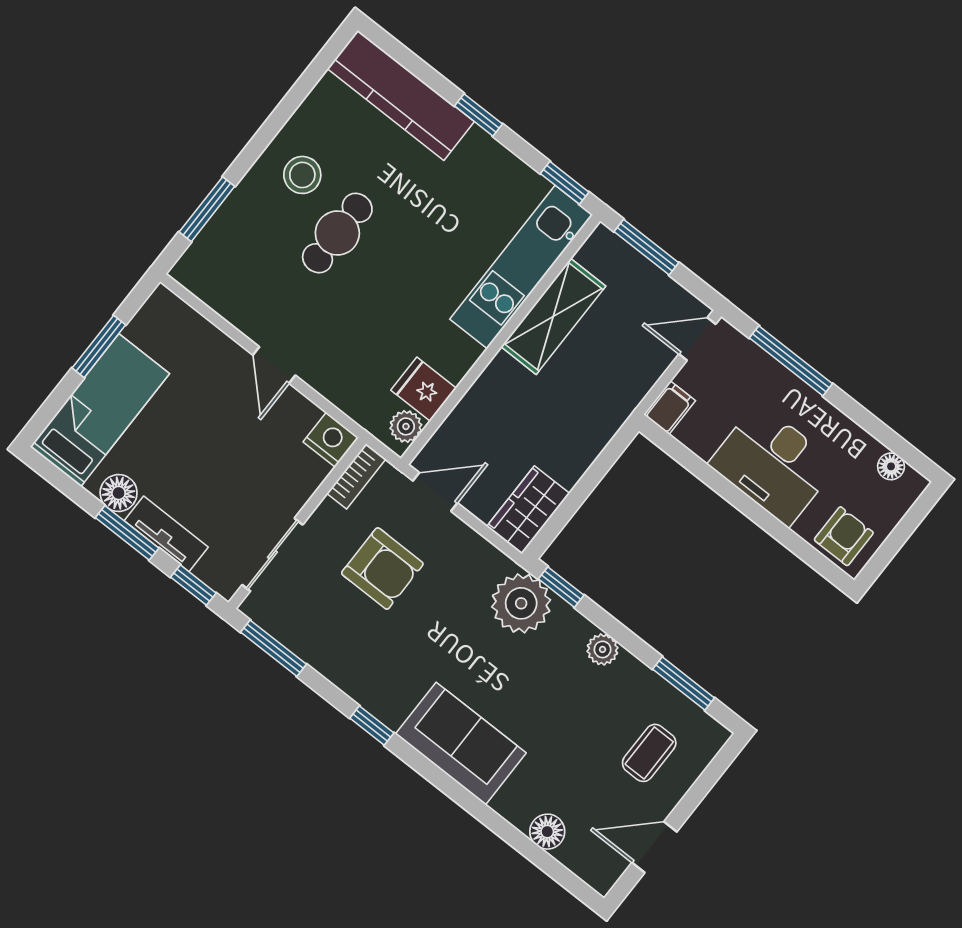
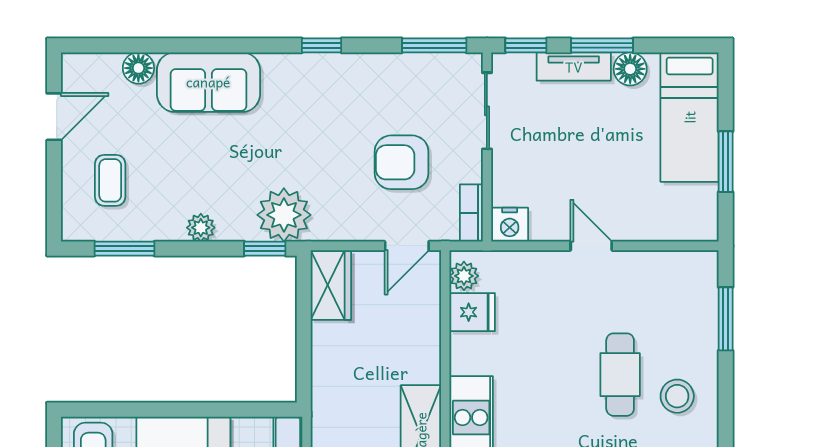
sofa: (461, 744) -> (208, 82), moved

